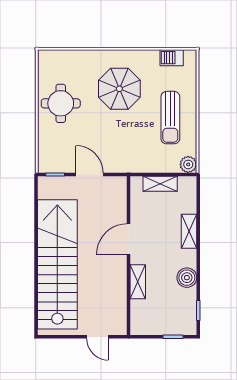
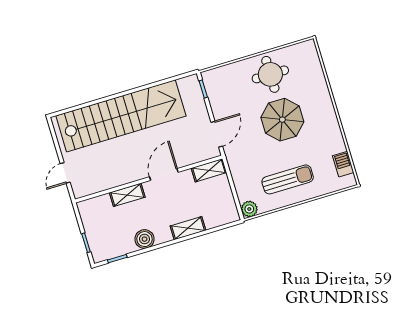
parasol: (119, 89) -> (282, 120), moved
sun lounger: (170, 118) -> (288, 179), turned 180
door: (90, 175) -> (217, 134), moved
shelving: (160, 184) -> (209, 170), moved, turned 90
door: (128, 239) -> (164, 175), hinge flipped

